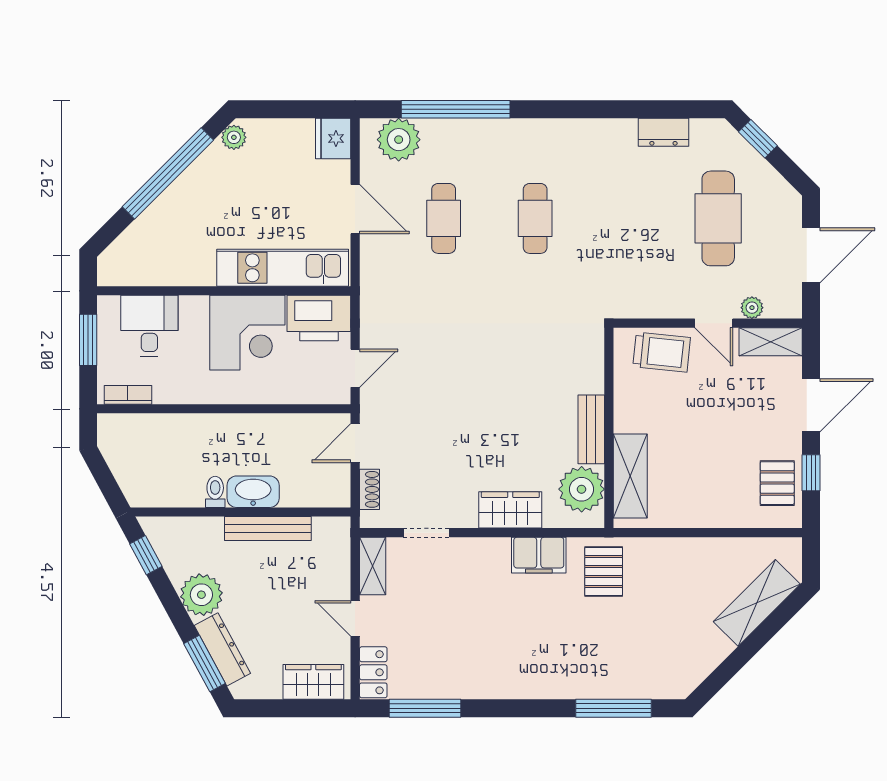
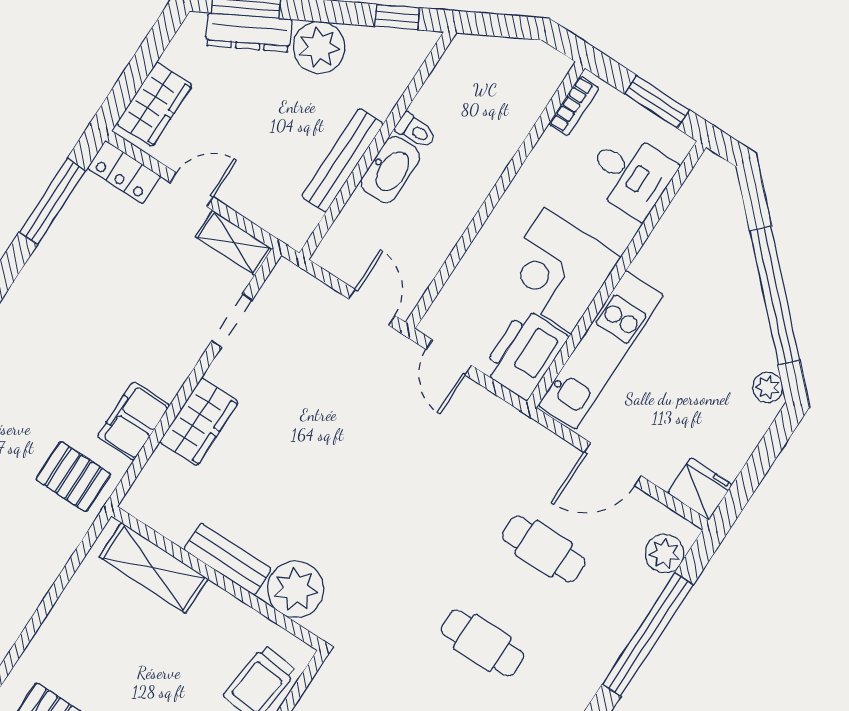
plant: (399, 140) -> (665, 553), width x0.73, depth x0.73
shoe rack: (369, 489) -> (315, 291), removed
plant: (582, 489) -> (296, 589), moved

